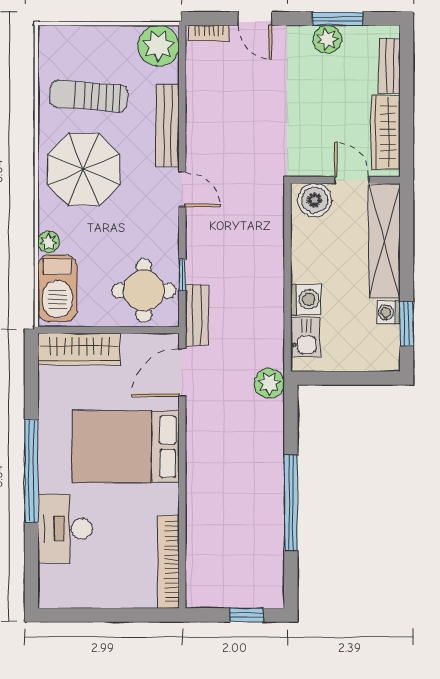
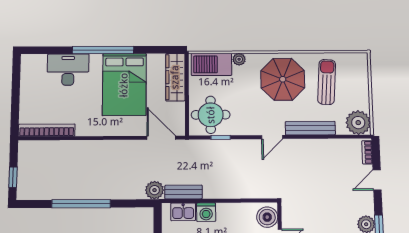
bench: (197, 315) -> (184, 192), moved
bed: (126, 447) -> (124, 85), moved, turned 180

